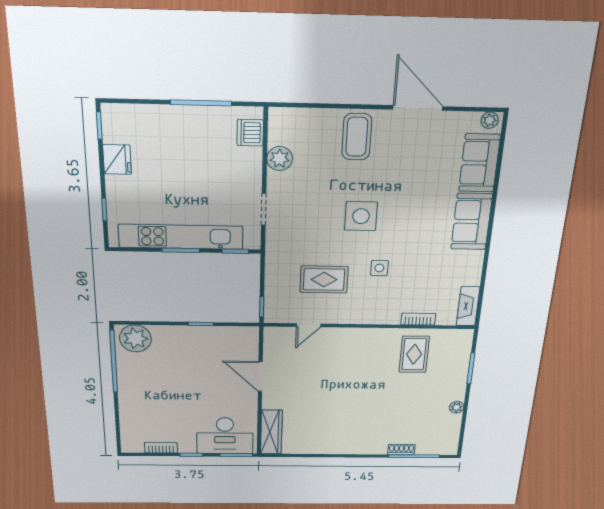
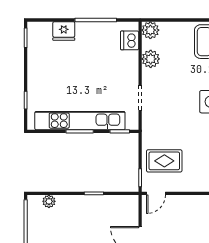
plant: (280, 119) -> (150, 30), added
fridge: (117, 159) -> (64, 31), moved, turned 90
rug: (324, 280) -> (164, 161), moved
door: (309, 325) -> (156, 193), moved
plant: (135, 338) -> (49, 201), width x0.53, depth x0.53

